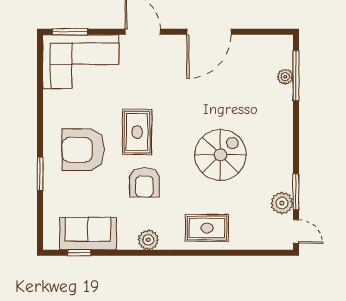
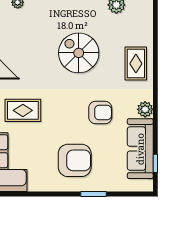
rug: (137, 132) -> (23, 110), moved
armchair: (83, 150) -> (75, 160), turned -90
sofa: (88, 234) -> (140, 149), width x1.36

